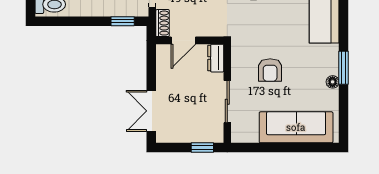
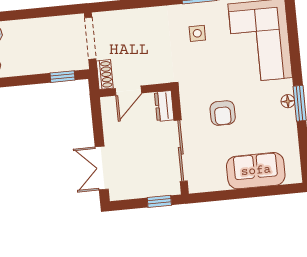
floor lamp: (333, 82) -> (288, 101), moved
sliding door: (227, 102) -> (181, 151), width x1.37
sofa: (296, 127) -> (256, 171), width x0.73

